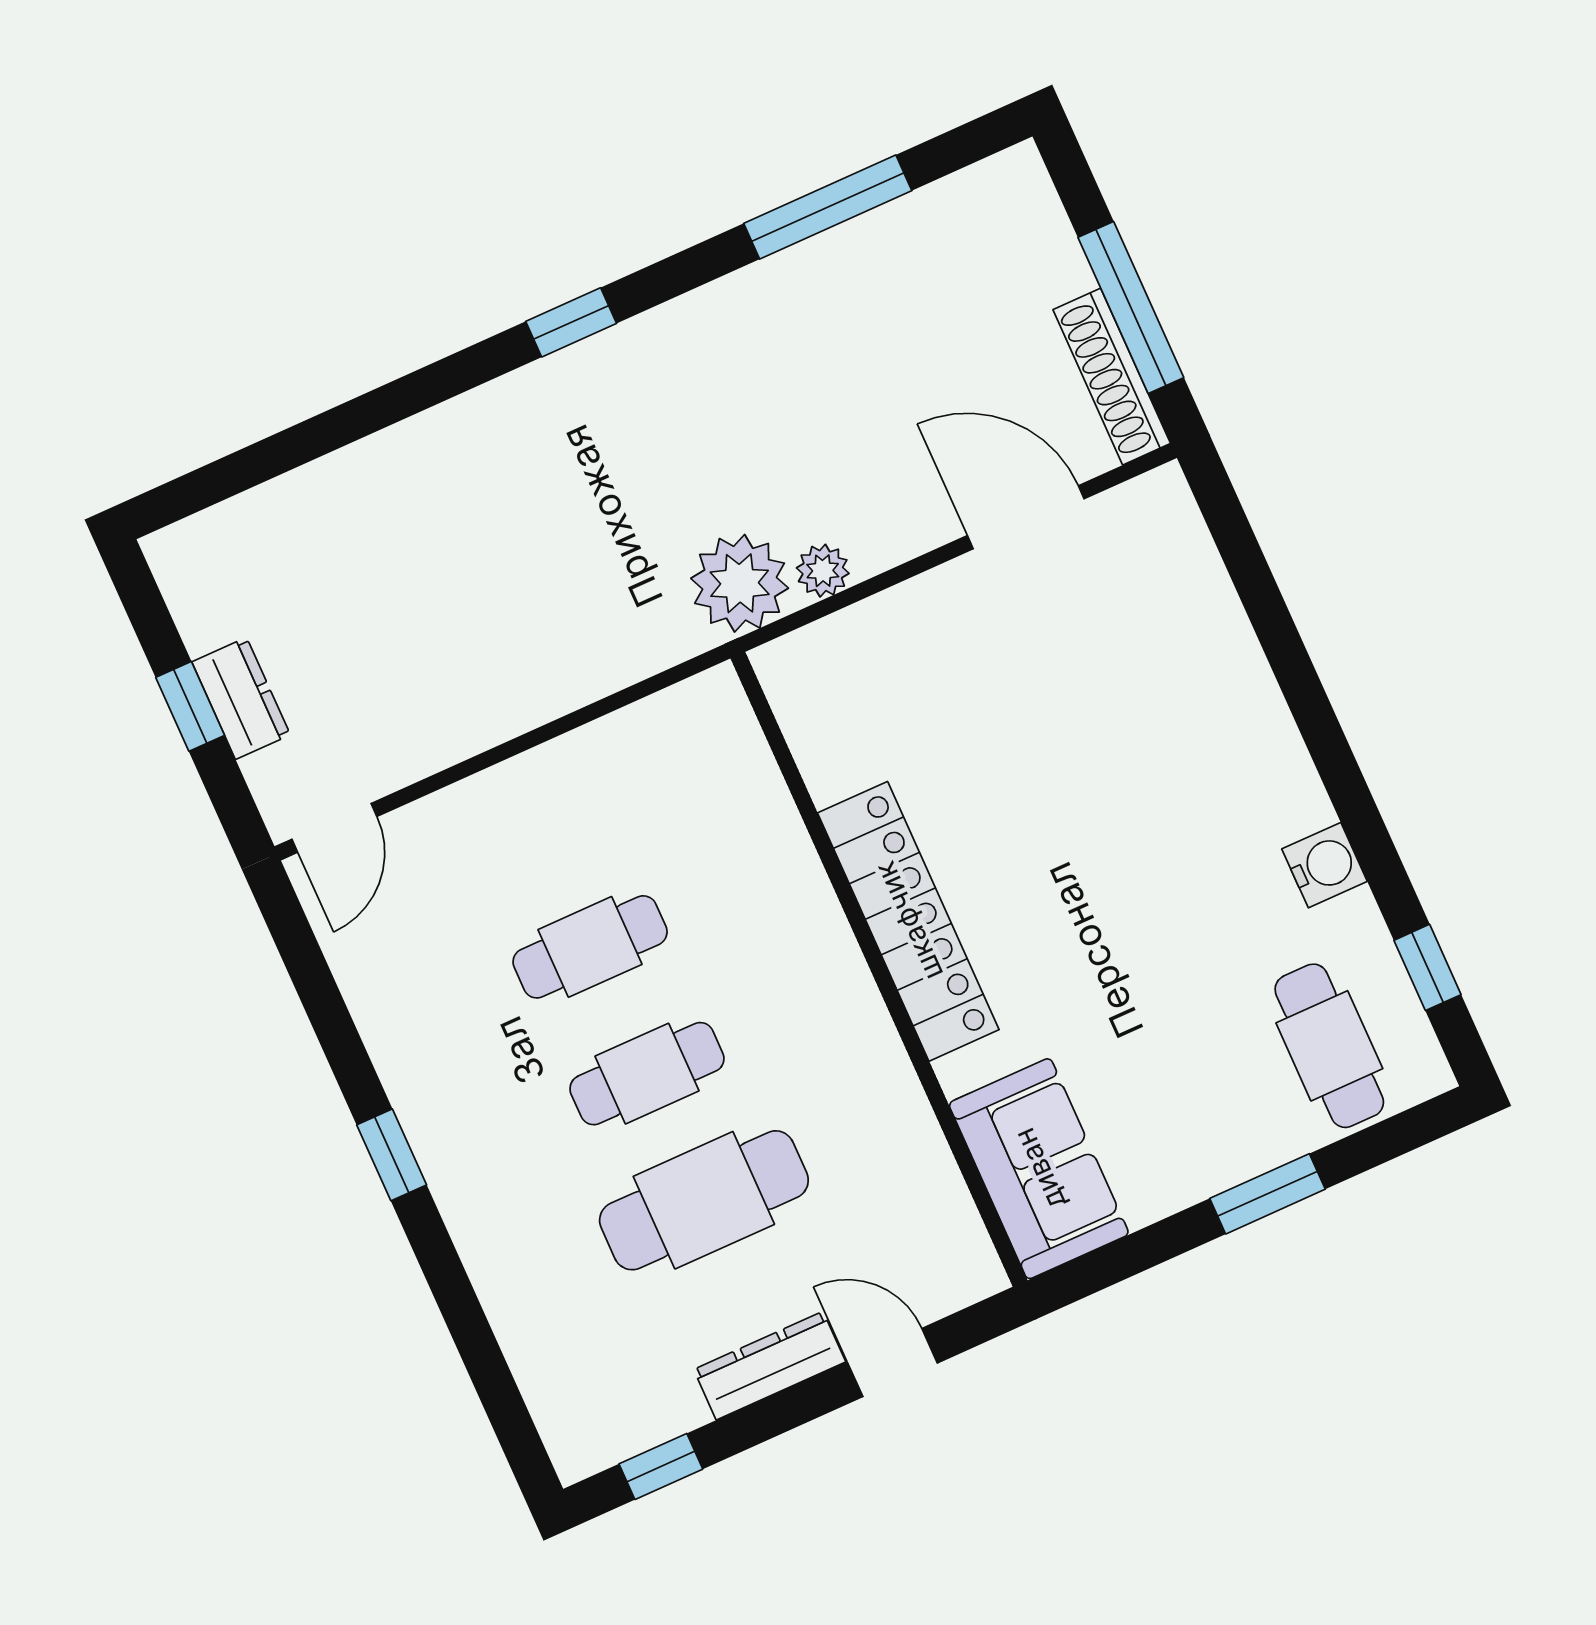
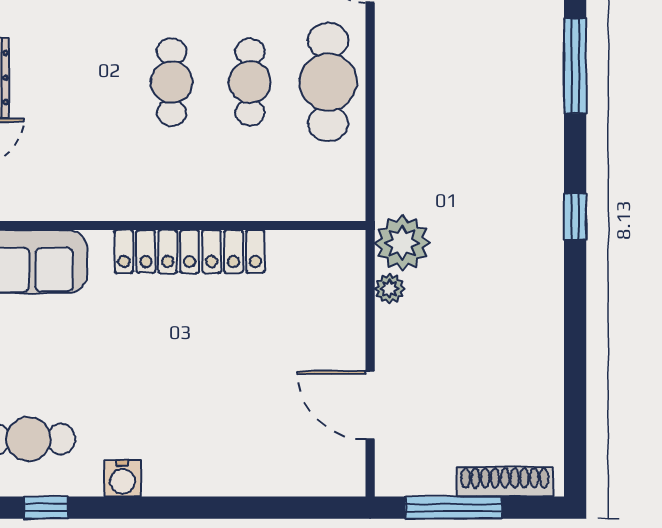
window: (828, 207) -> (575, 66), moved
shoe rack: (1112, 377) -> (505, 482), moved
door: (1026, 517) -> (370, 405), swing flipped
cafe table: (704, 1200) -> (328, 82), moved

